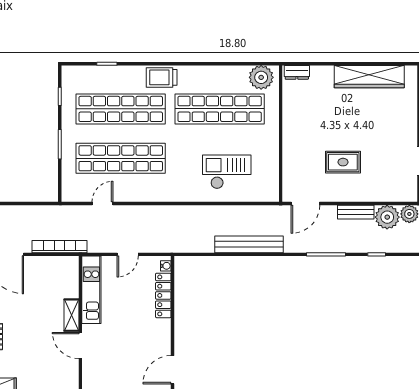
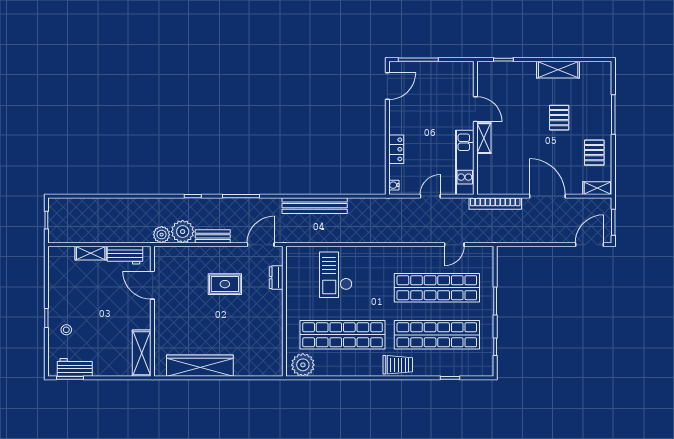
dresser: (297, 72) -> (276, 278), moved, turned -90
checkout: (227, 172) -> (336, 275), turned 90
locker: (163, 295) -> (396, 149), width x0.66

